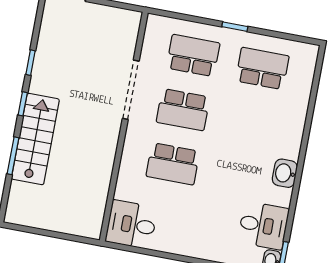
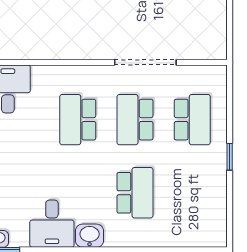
school desk: (262, 68) -> (135, 193), moved
desk: (263, 225) -> (52, 224), moved

